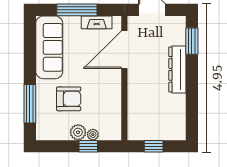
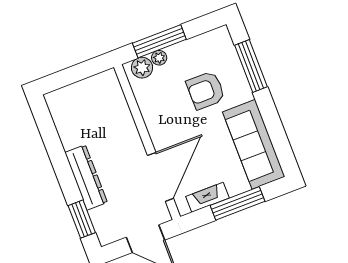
plant: (78, 132) -> (142, 68), moved
window: (88, 146) -> (159, 41), width x2.17
window: (154, 146) -> (79, 72), removed

